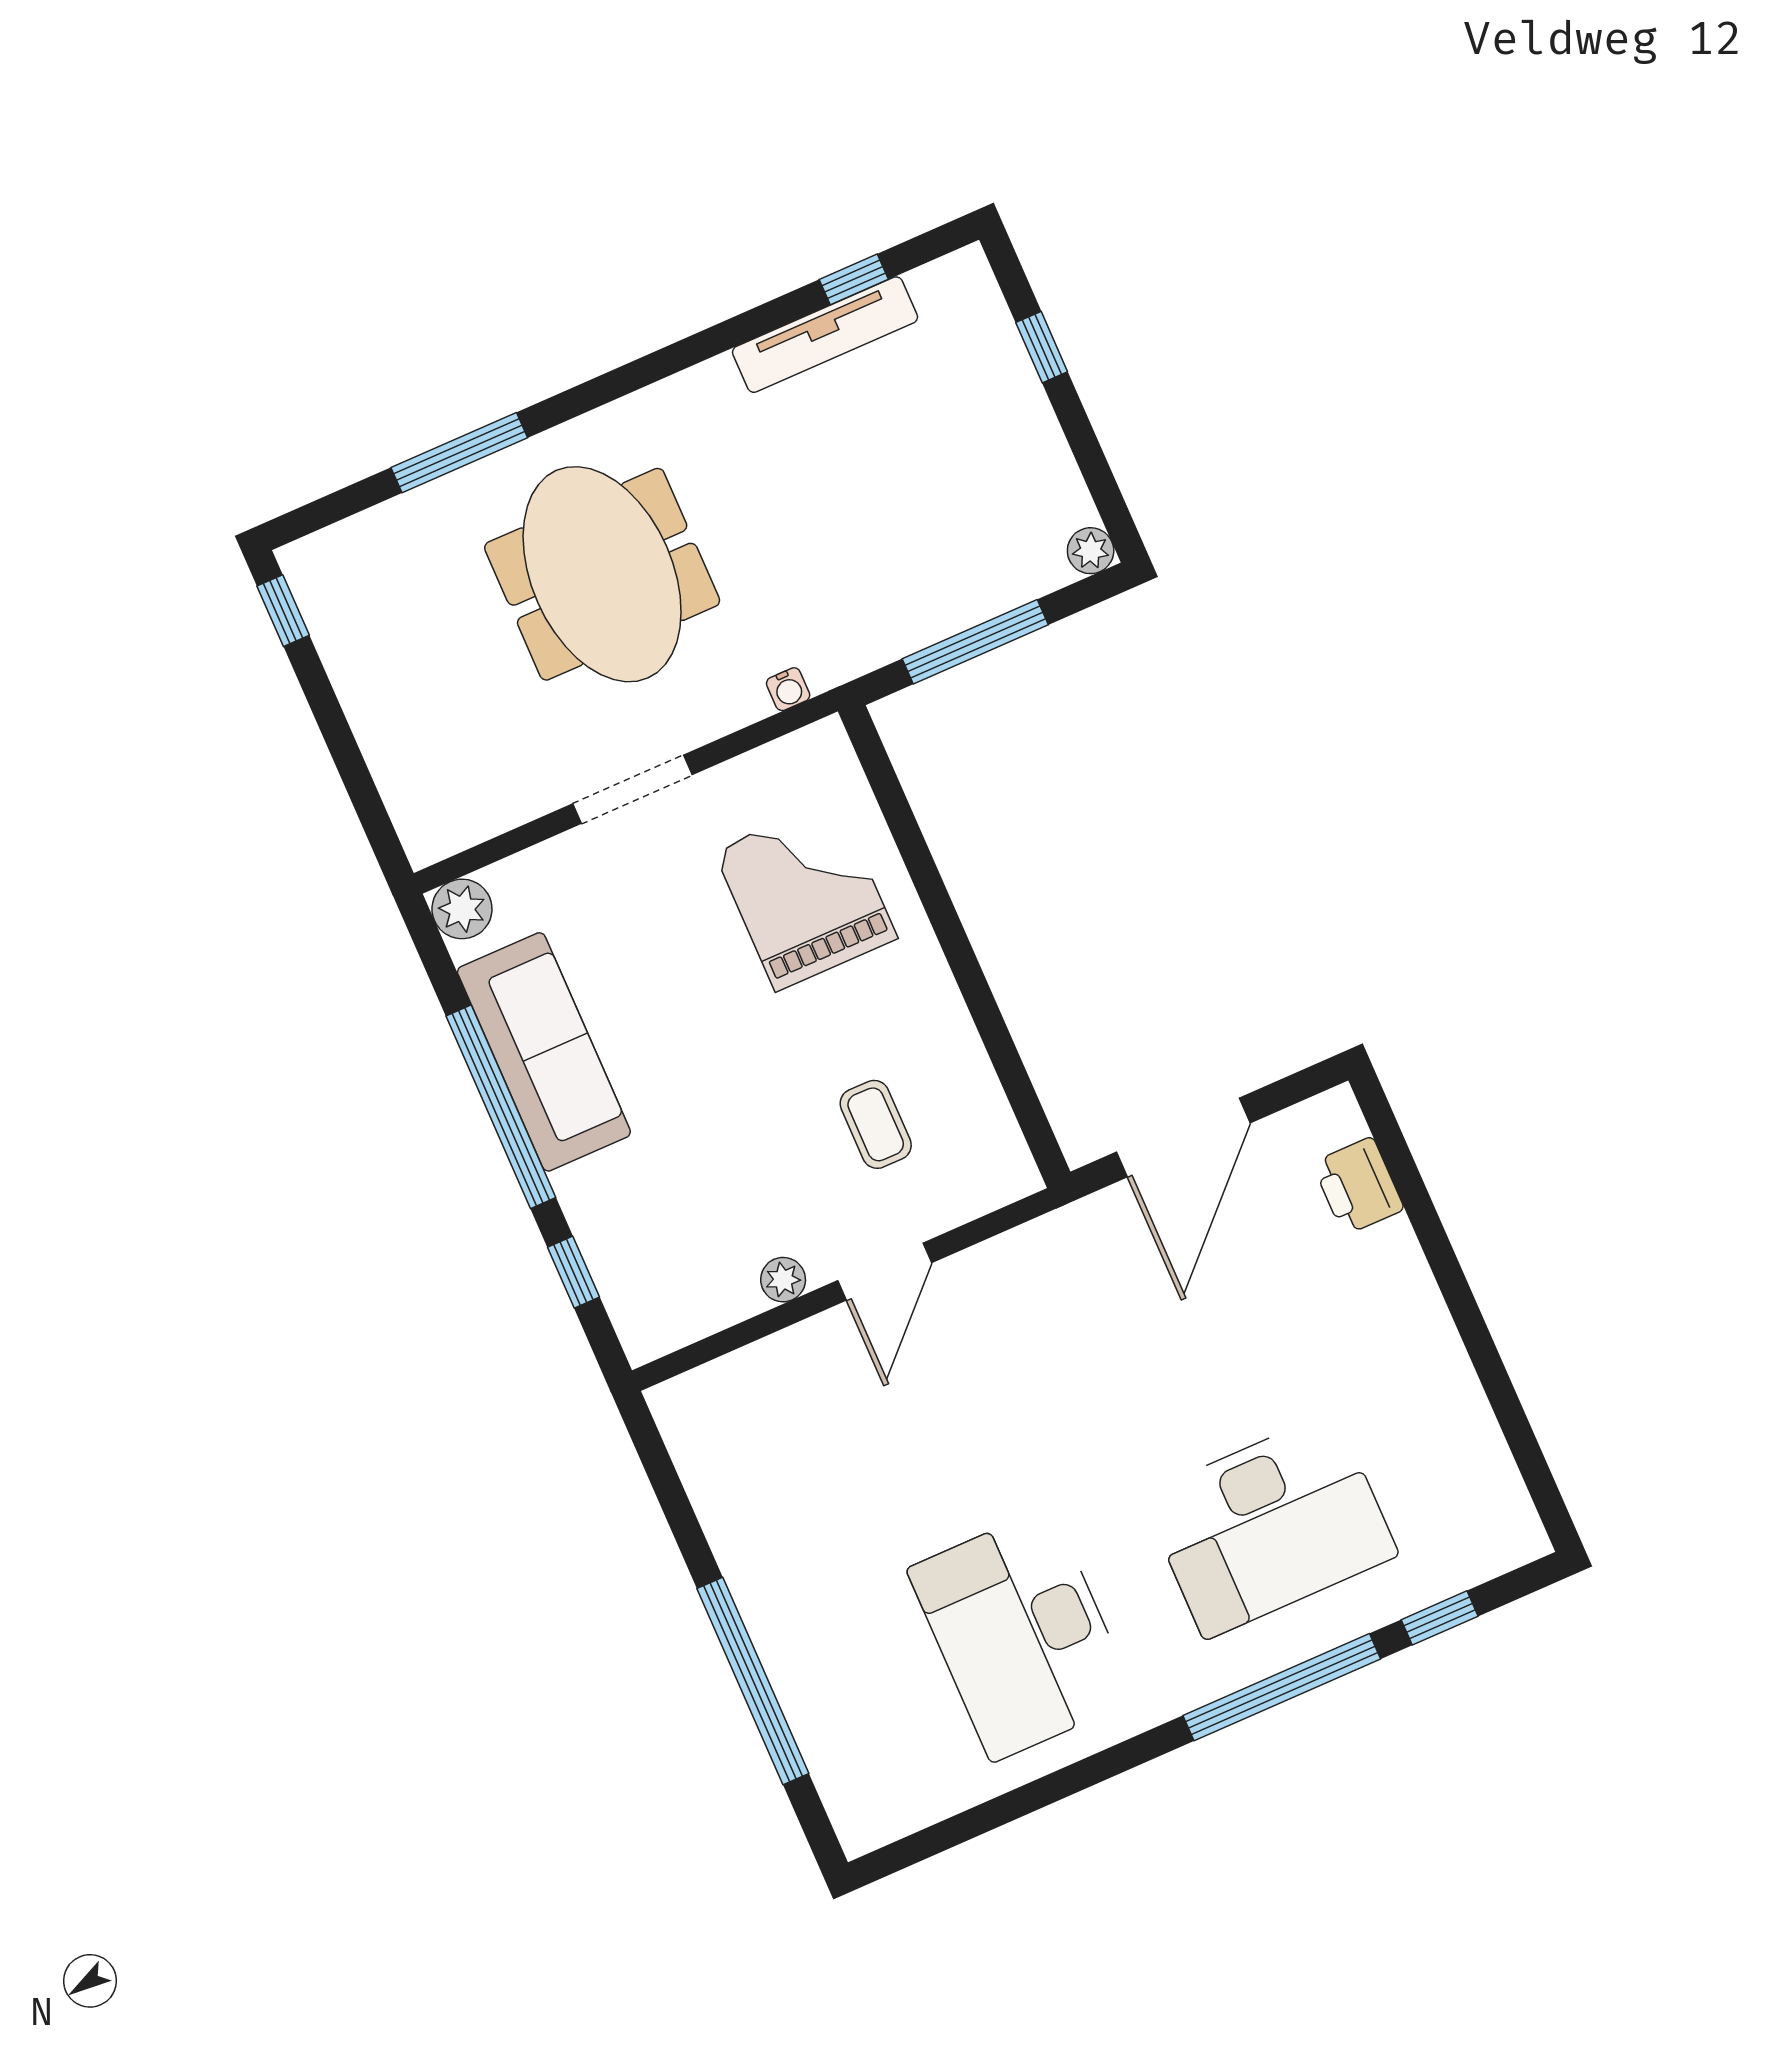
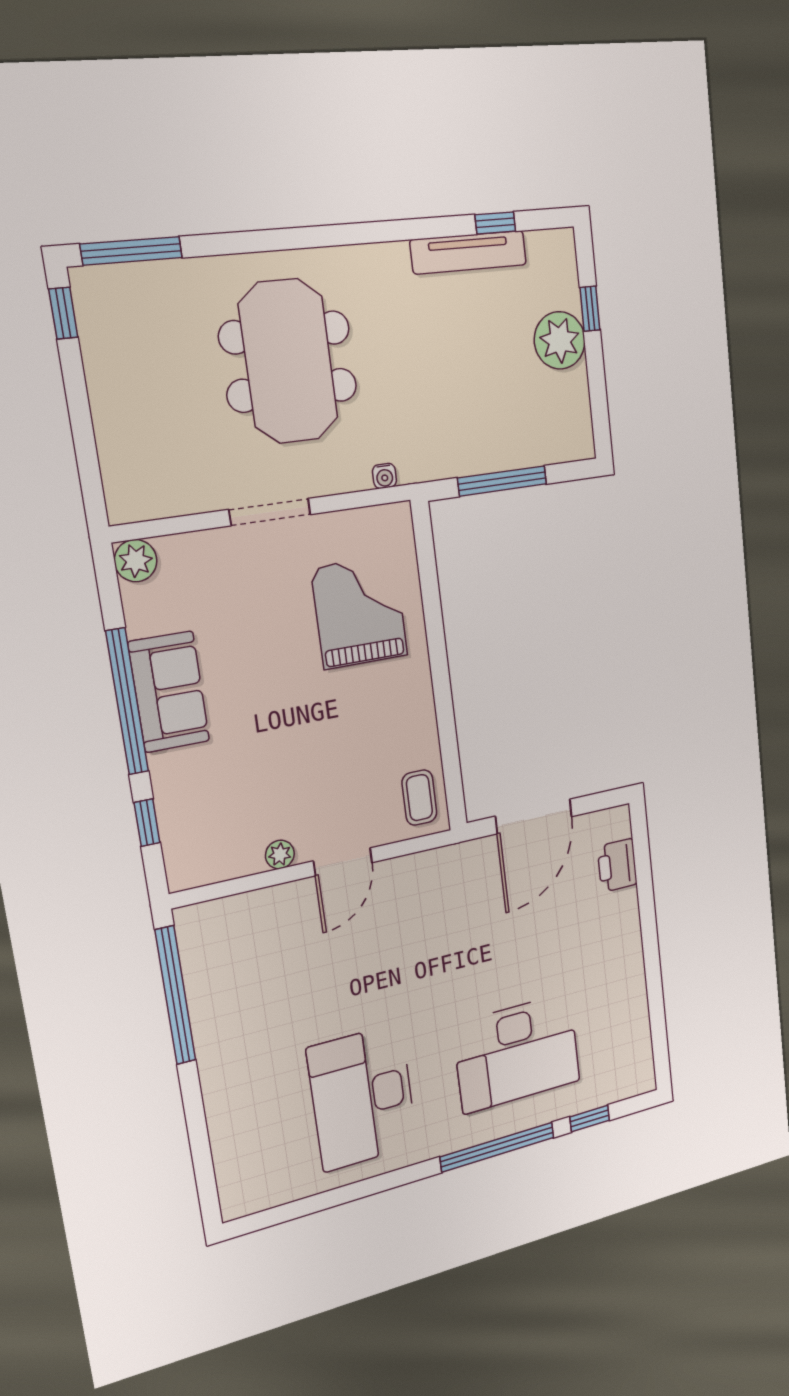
window: (459, 453) -> (131, 251), moved
plant: (1091, 551) -> (560, 340), moved, width x1.88, depth x1.88
sofa: (544, 1052) -> (169, 692), width x0.73
coffee table: (876, 1124) -> (419, 798), moved
window: (753, 1681) -> (175, 995), moved

